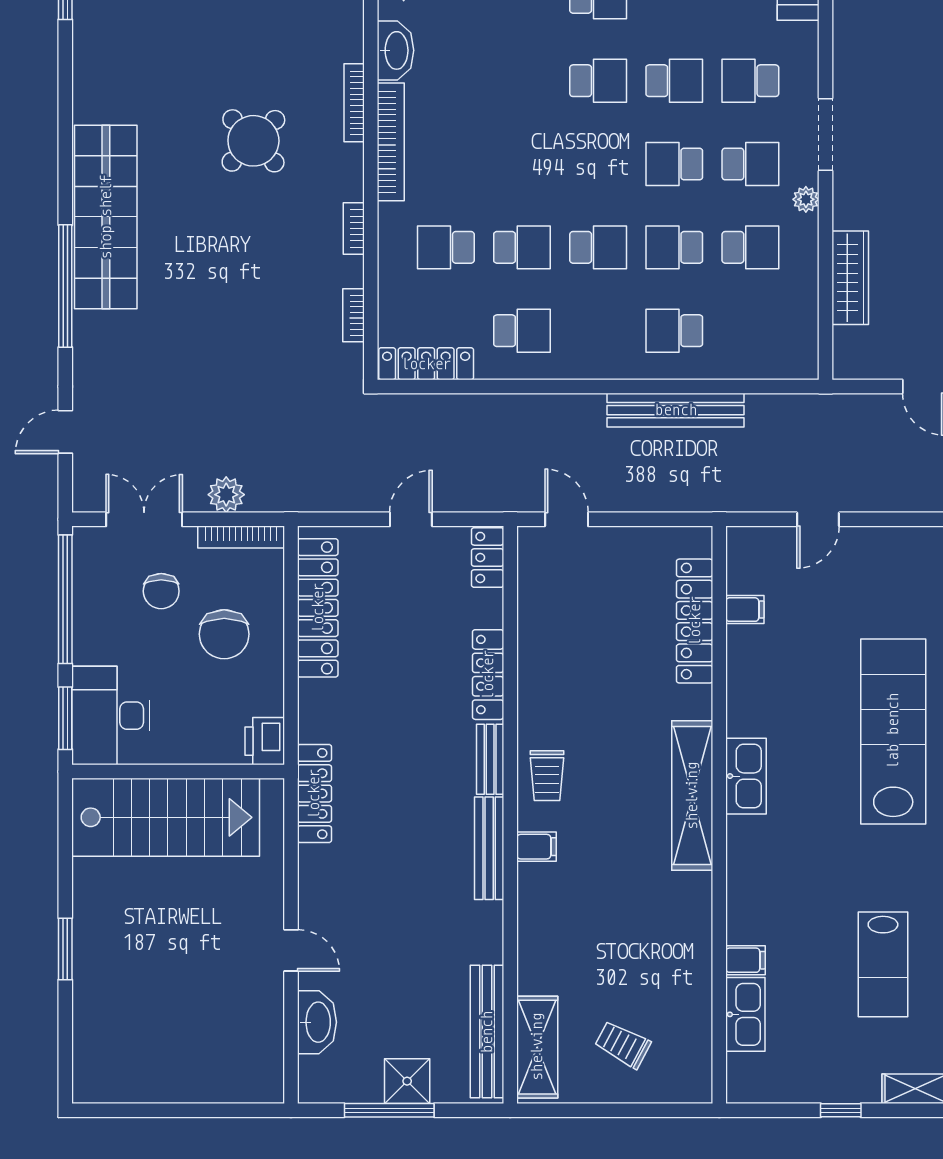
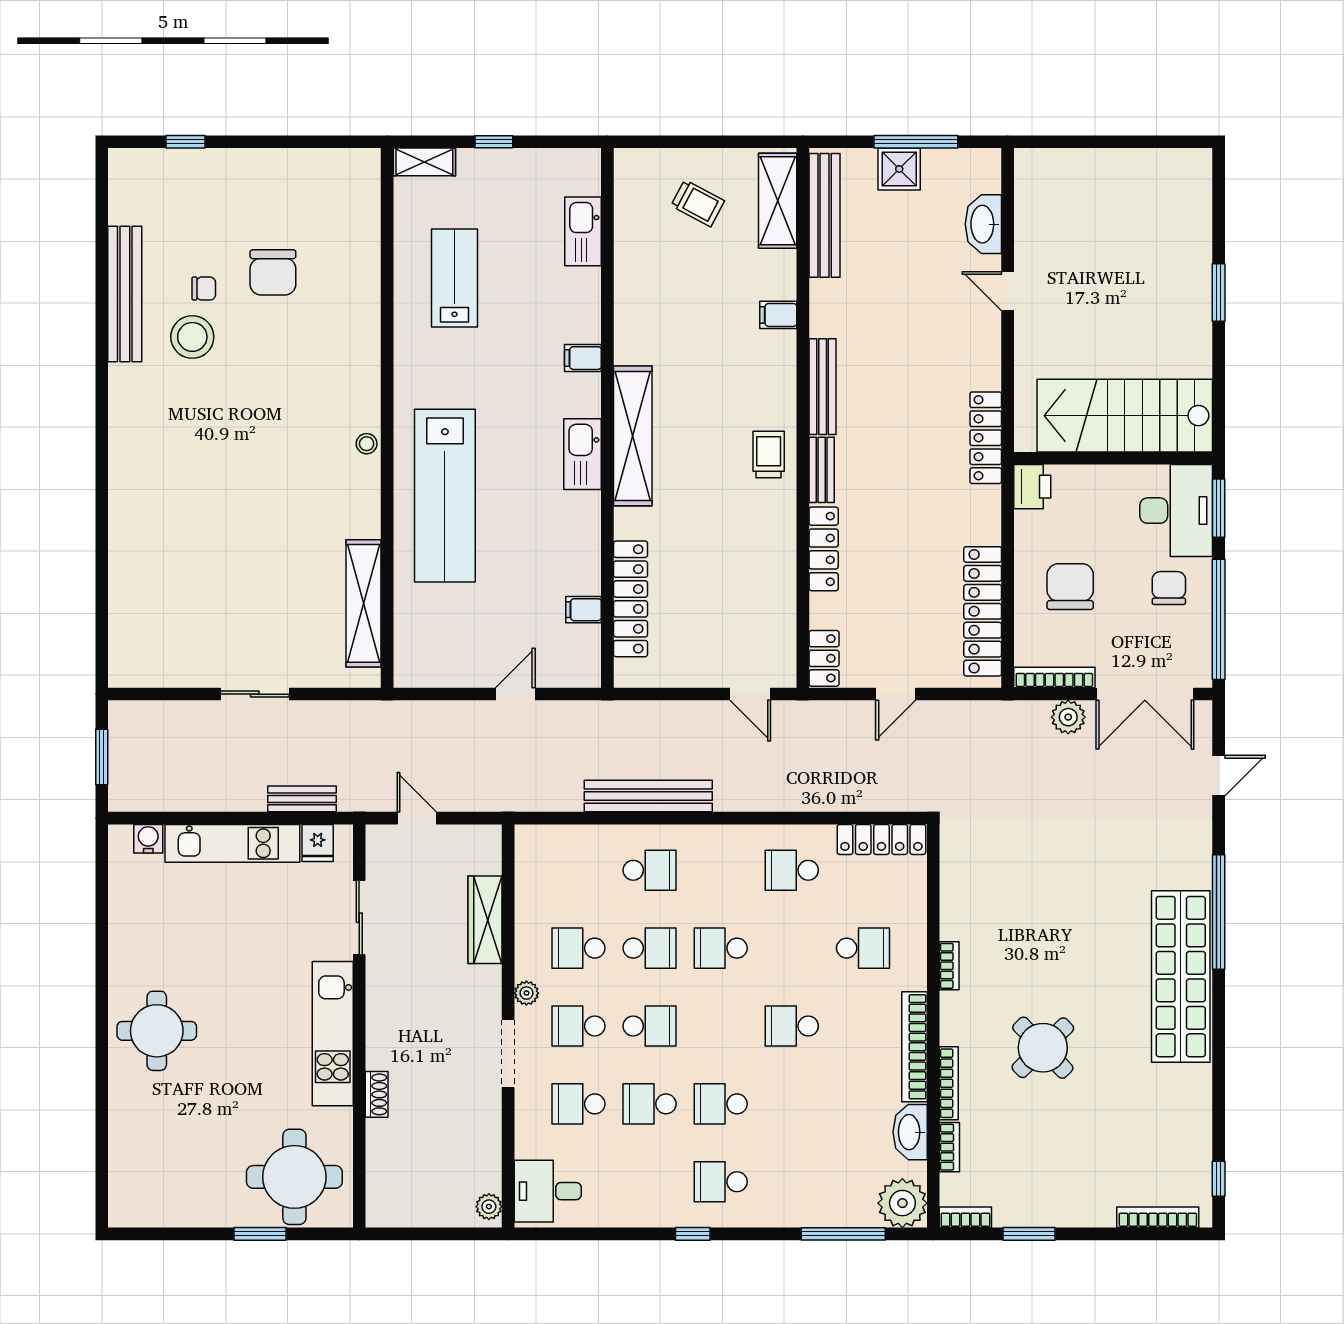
school desk: (750, 81) -> (578, 1104), turned 180
school desk: (522, 247) -> (792, 1026), moved
bookcase: (353, 315) -> (949, 1147), moved
double door: (144, 519) -> (1145, 694), width x1.37
chair: (161, 591) -> (1169, 588), moved
filing cabinet: (536, 847) -> (778, 315), moved
filing cabinet: (745, 960) -> (583, 358), moved

